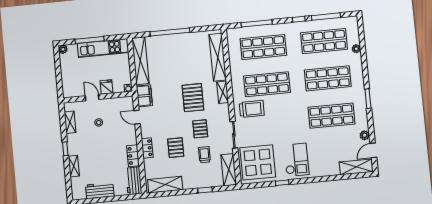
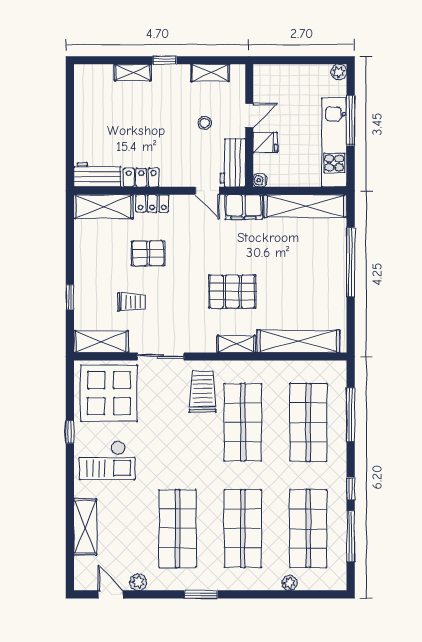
trolley: (252, 109) -> (203, 392), turned 180
door: (137, 117) -> (207, 191), swing flipped
pallet: (200, 129) -> (177, 299), removed
shelving: (356, 167) -> (85, 527), moved
shelving: (165, 185) -> (103, 207), moved, turned 90
workbench: (100, 191) -> (233, 163), moved, turned 180

